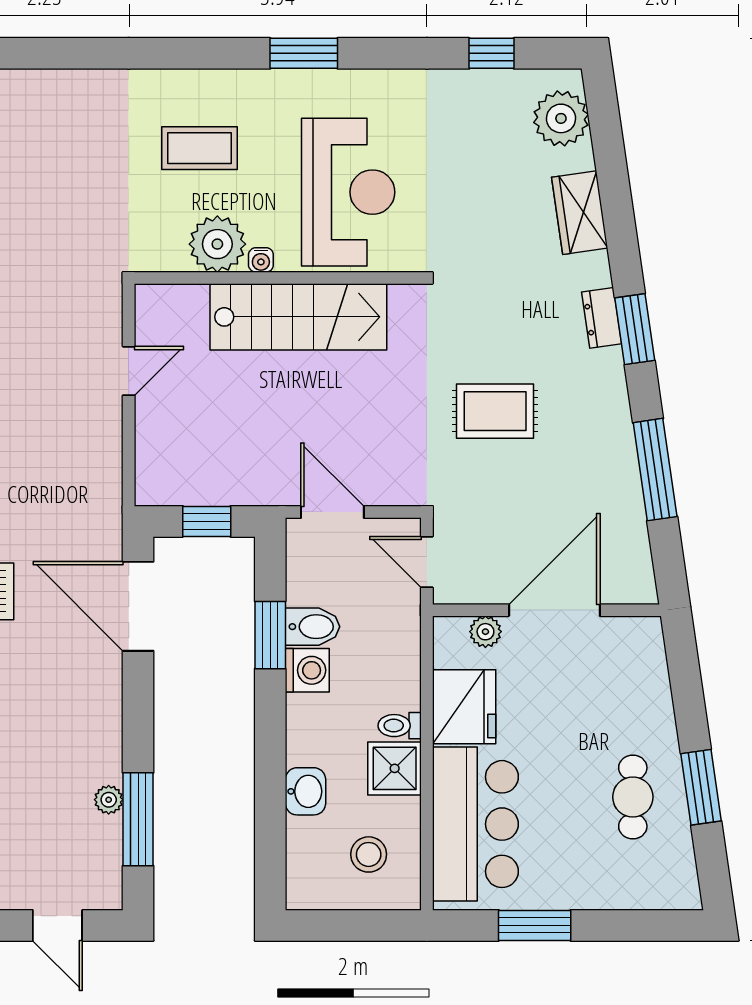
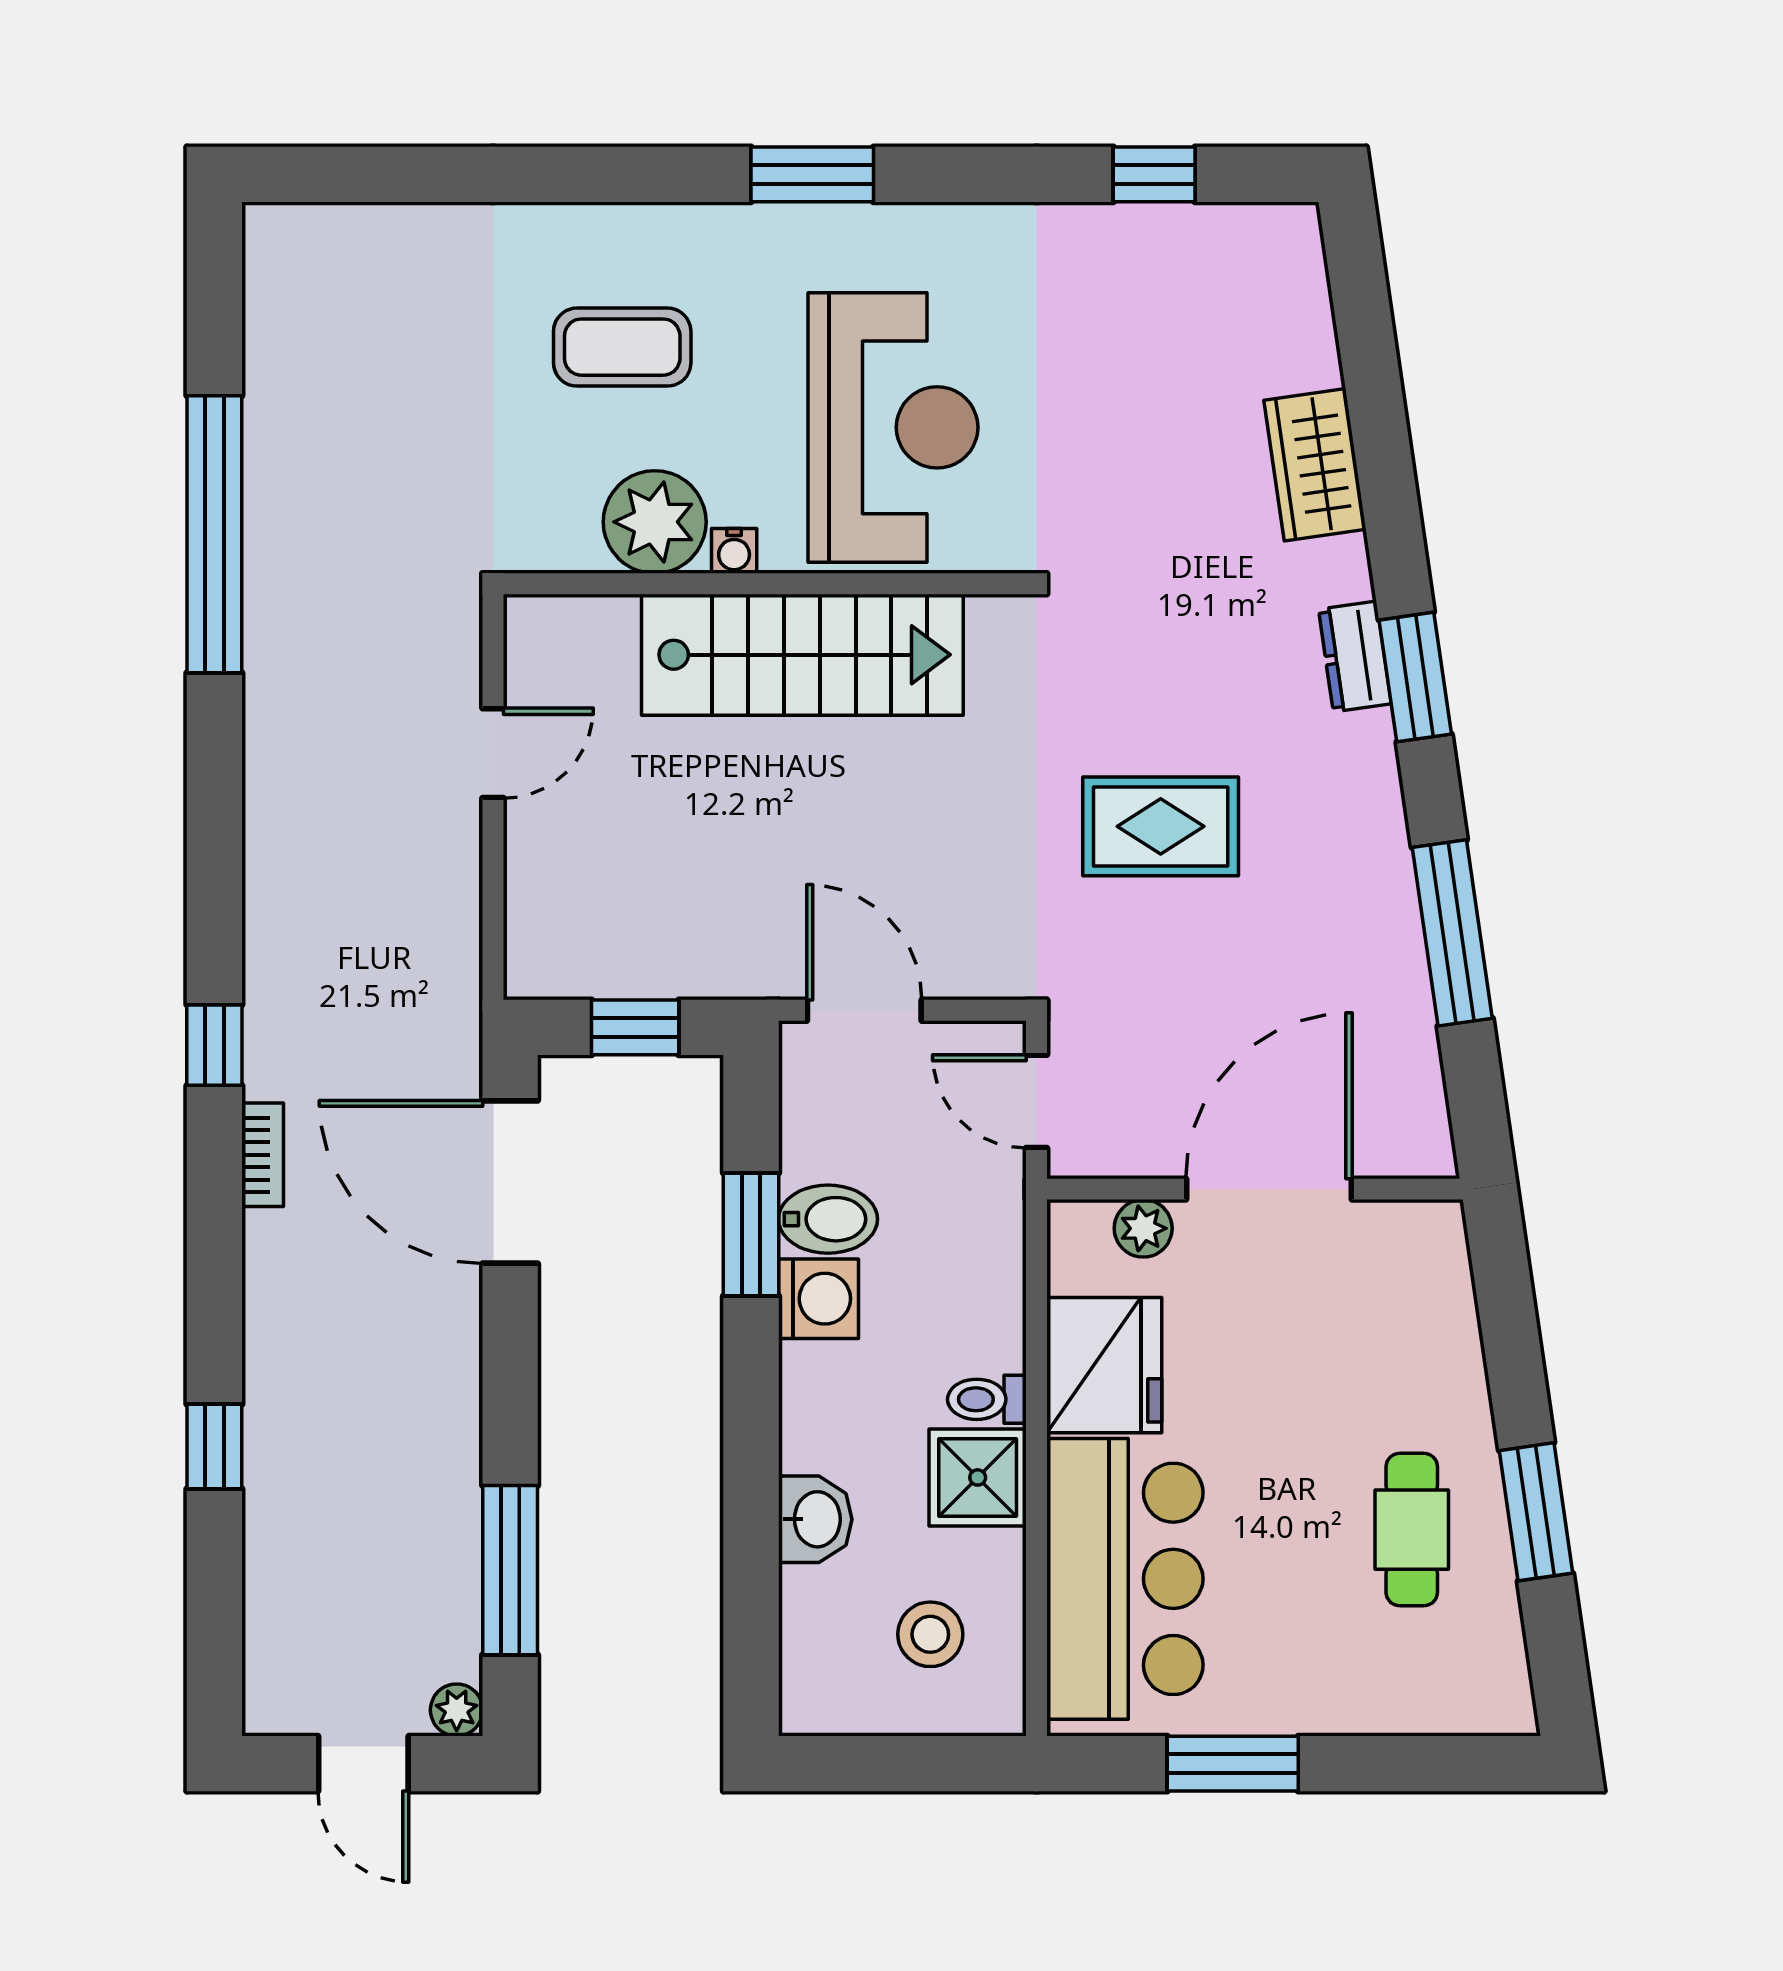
plant: (561, 118) -> (1281, 293), removed
plant: (109, 800) -> (457, 1710), moved

